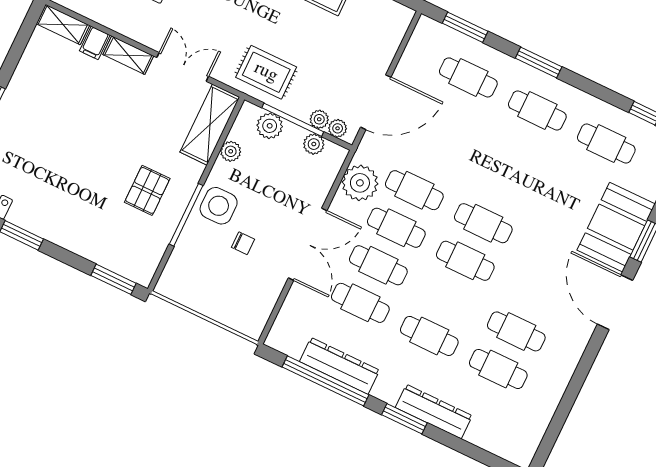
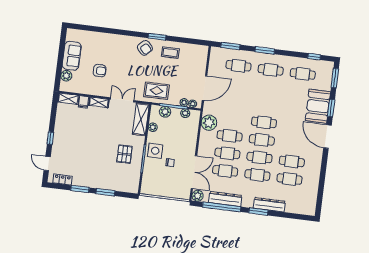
cafe table: (414, 190) -> (260, 157), moved
double door: (308, 244) -> (194, 172), moved
window: (113, 279) -> (105, 192), moved
plant: (280, 338) -> (198, 196), added

